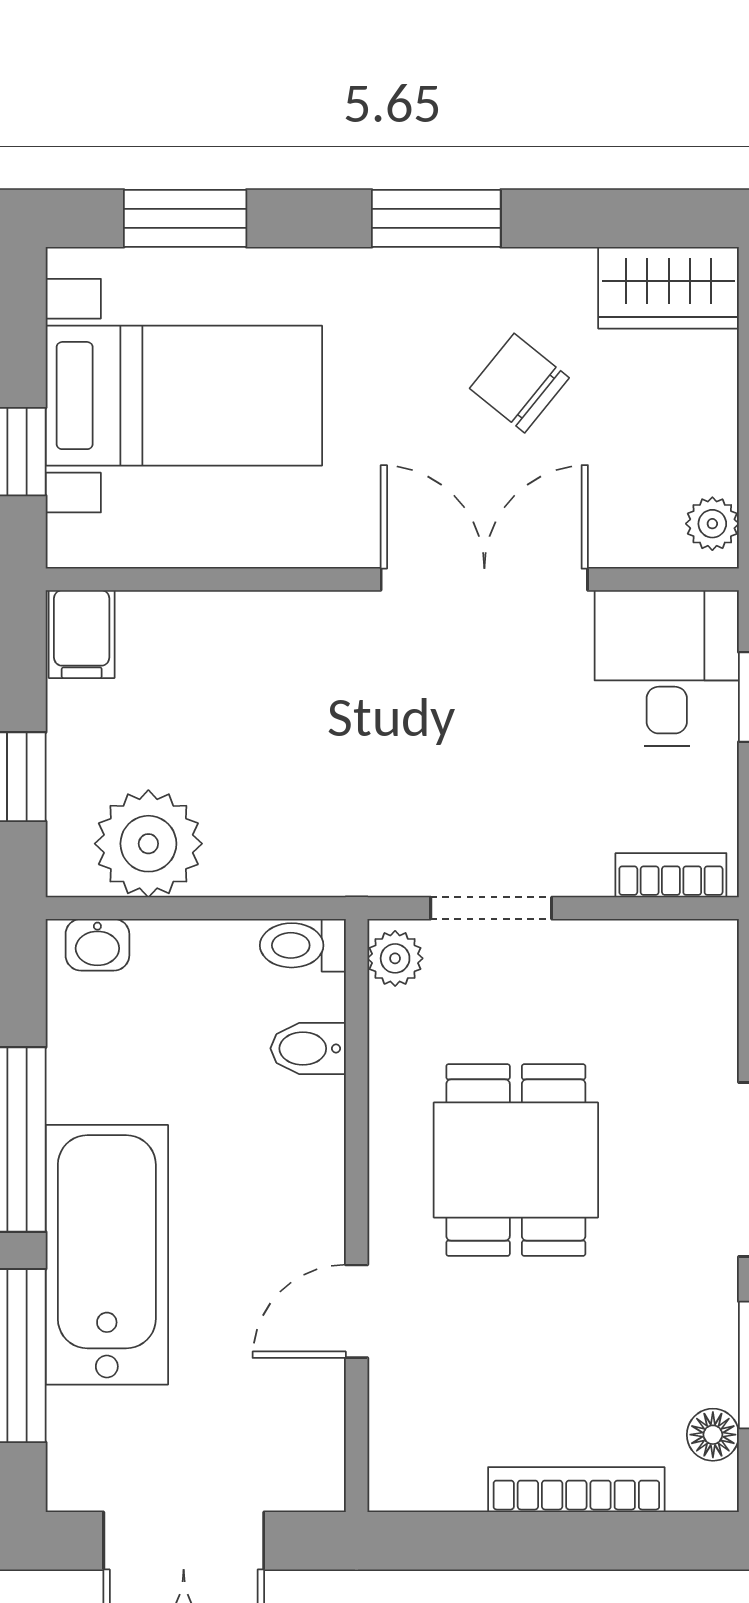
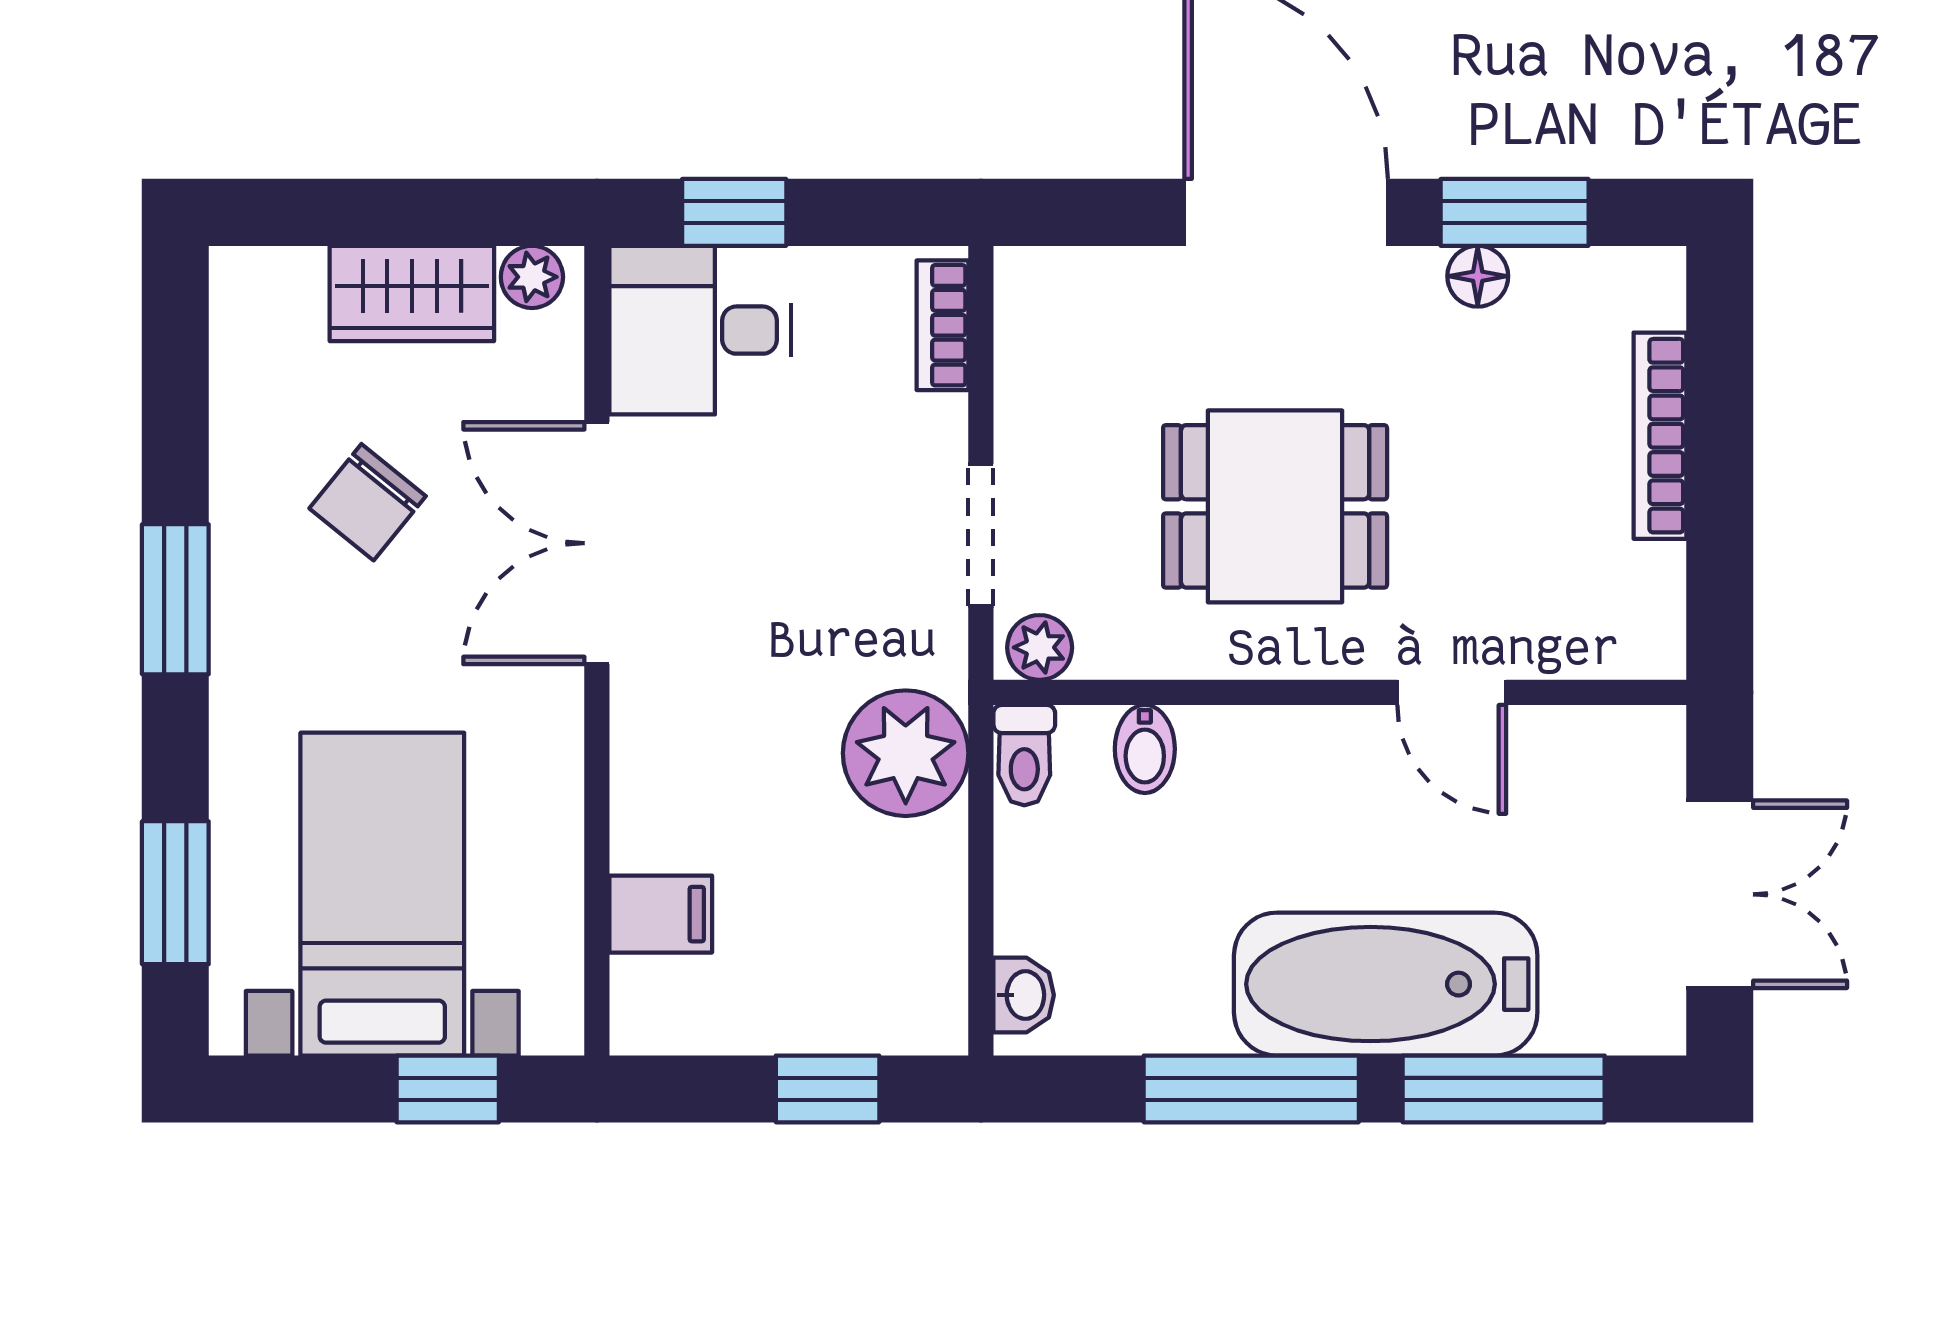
wardrobe: (669, 288) -> (412, 293), moved, turned 90
filing cabinet: (82, 634) -> (661, 914), moved
plant: (148, 844) -> (906, 753), moved
floor lamp: (713, 1435) -> (1478, 276), moved

